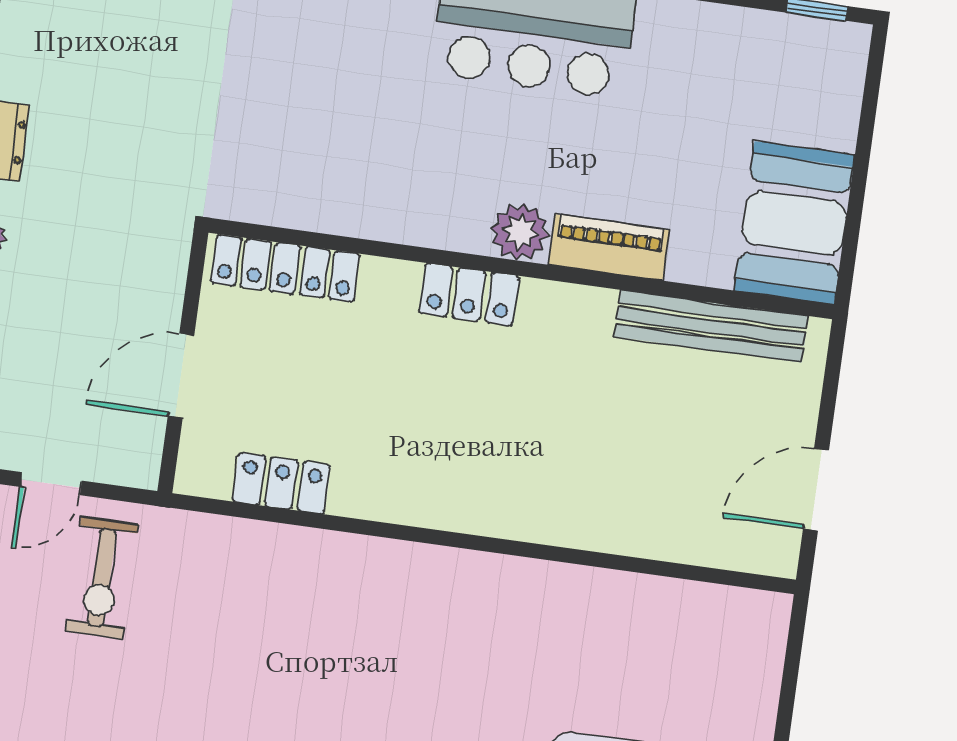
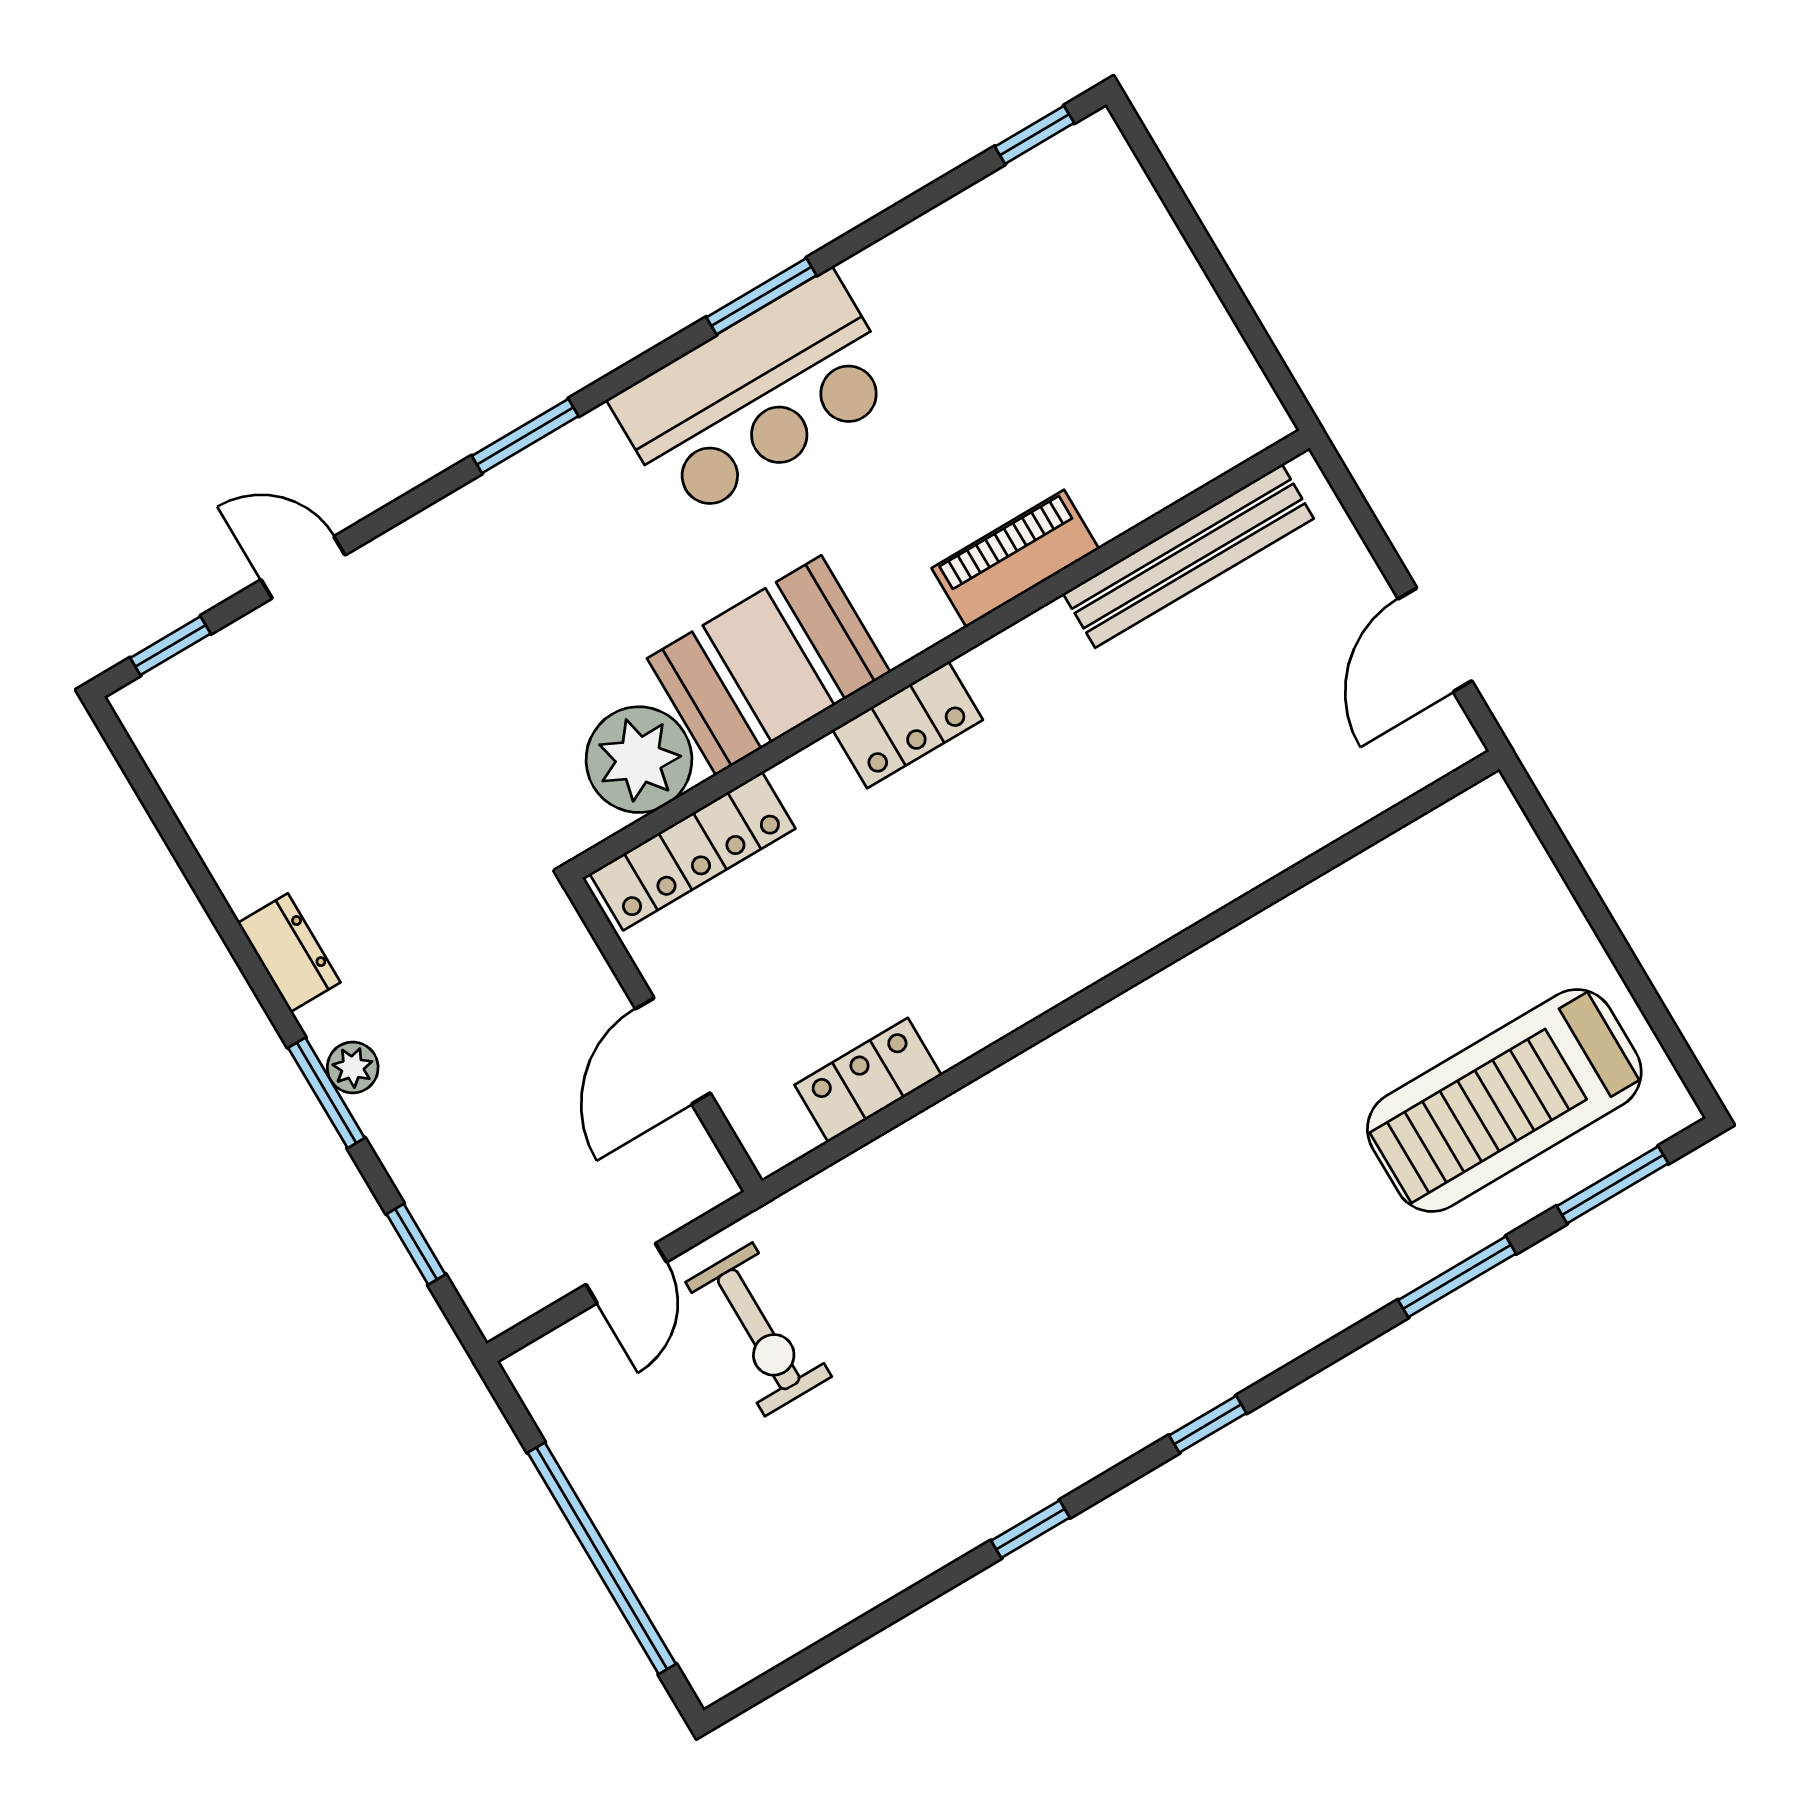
booth: (794, 223) -> (769, 665), moved, turned 90
plant: (520, 232) -> (639, 760), moved, width x1.36, depth x1.36

